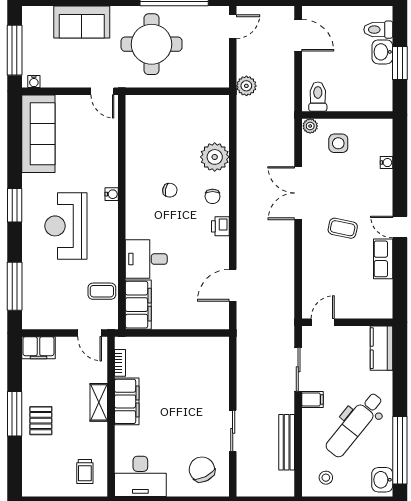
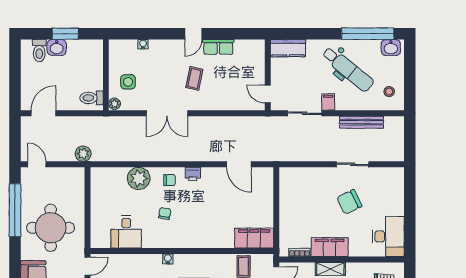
desk: (146, 259) -> (126, 232), moved
chair: (202, 469) -> (349, 202), moved

